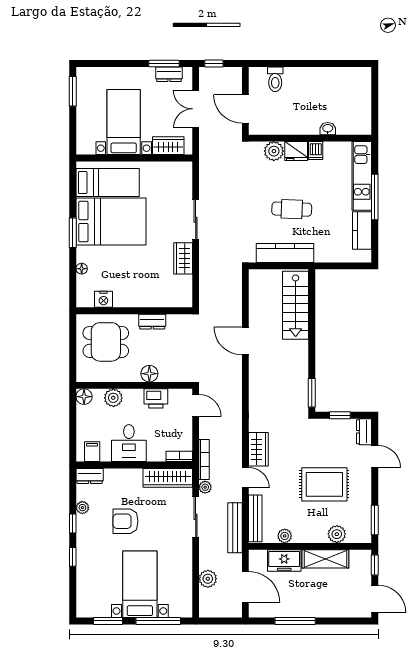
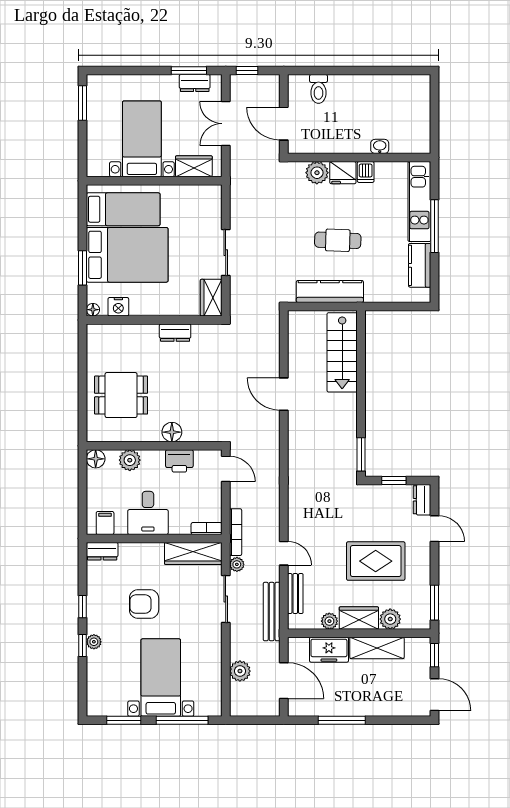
nightstand: (103, 299) -> (118, 307), moved
wall: (134, 311) -> (154, 320), moved
dresser: (152, 322) -> (175, 333), moved
wardrobe: (258, 449) -> (359, 618), moved, turned -90
plant: (82, 508) -> (94, 642), moved
bench: (255, 518) -> (295, 593), width x0.73

